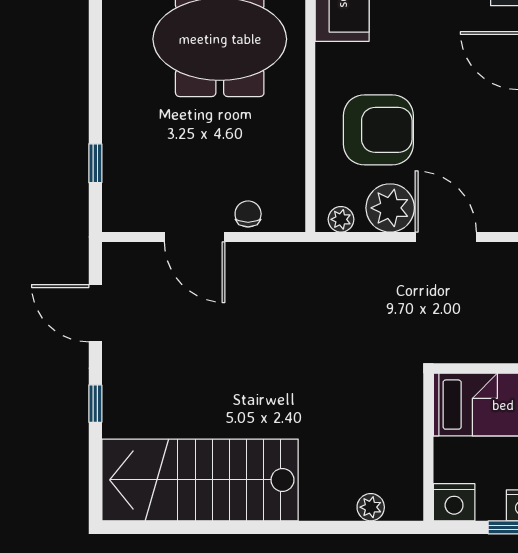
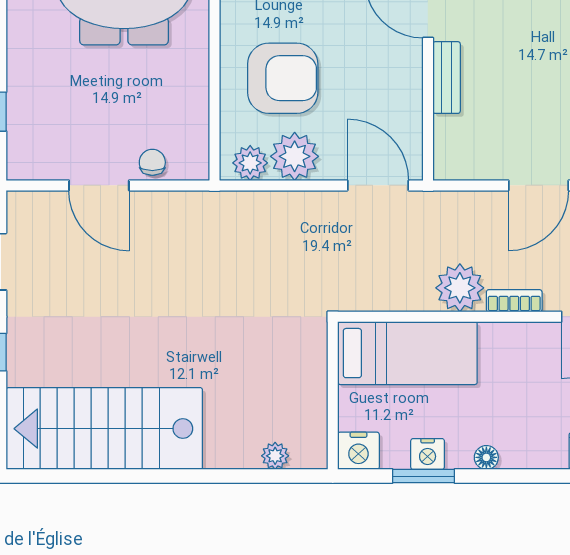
plant: (341, 219) -> (250, 163), width x1.38, depth x1.38
door: (446, 237) -> (378, 185), moved

